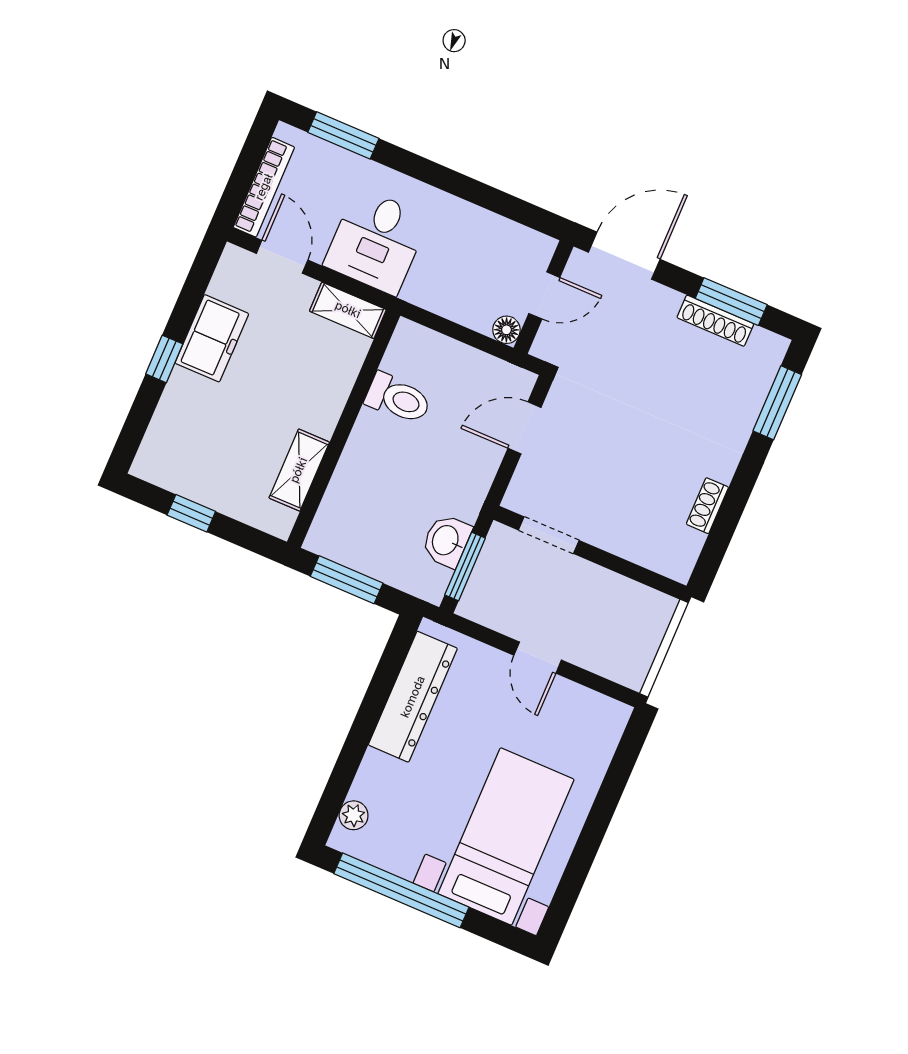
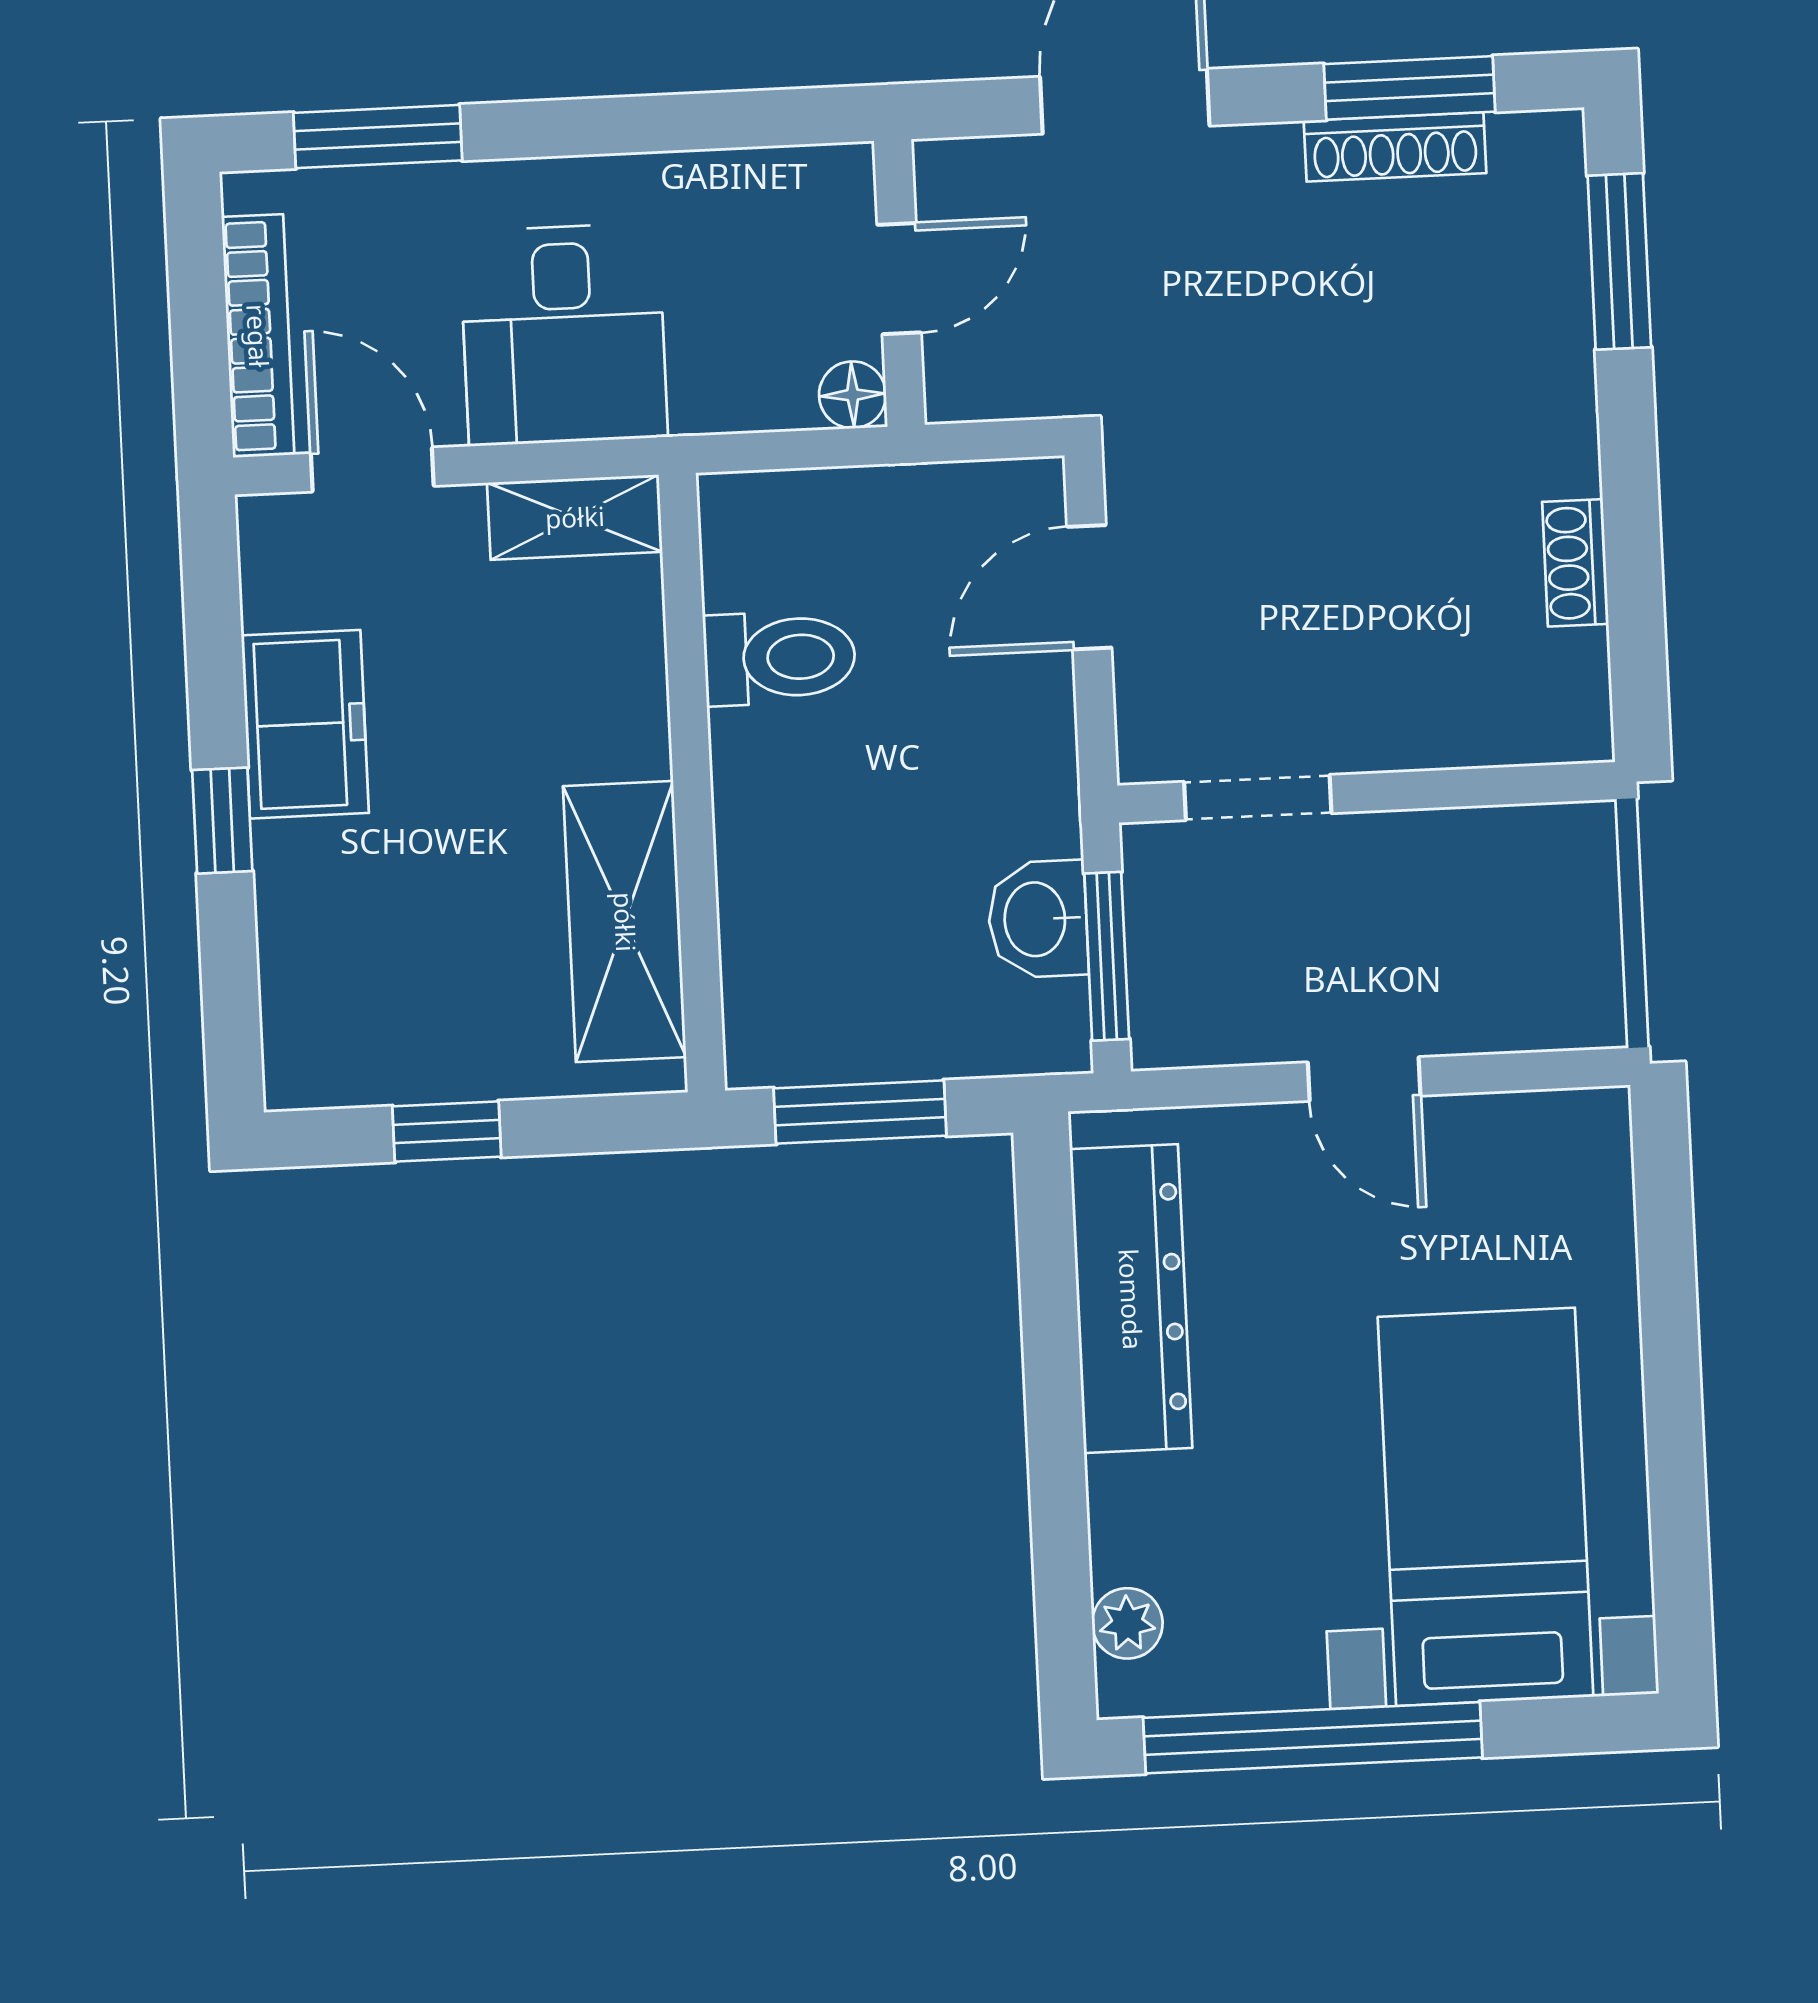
door: (544, 295) -> (899, 279), moved
wall: (544, 297) -> (899, 283), moved
floor lamp: (506, 330) -> (853, 395), moved
shelving: (299, 470) -> (625, 922), width x1.50, depth x1.33

